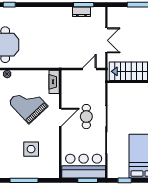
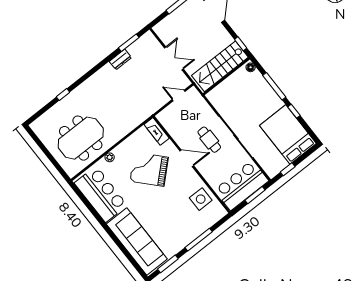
dresser: (81, 12) -> (120, 59), moved
door: (89, 69) -> (179, 95), hinge flipped
door: (60, 117) -> (187, 158), hinge flipped
side table: (31, 149) -> (201, 199), moved

